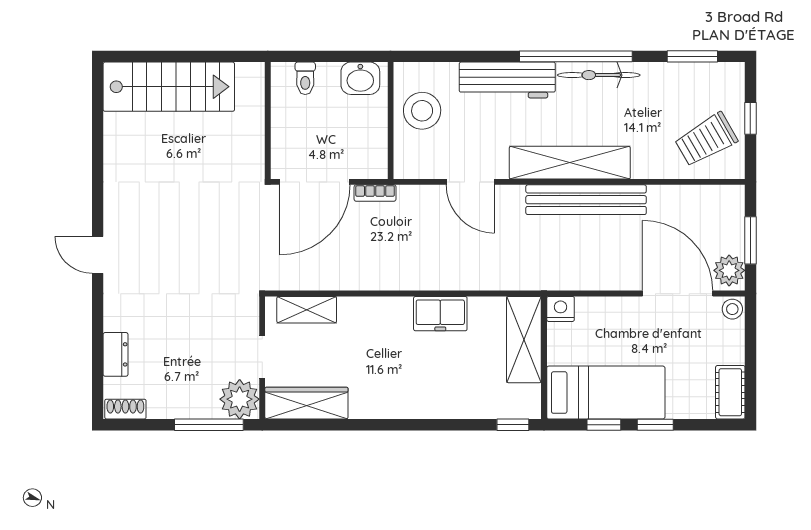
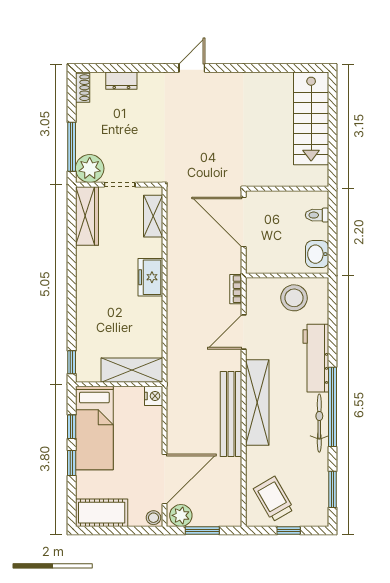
bookcase: (375, 193) -> (236, 289), moved
freezer: (440, 314) -> (150, 277), moved
cot: (730, 392) -> (102, 513), width x1.37, depth x1.34

